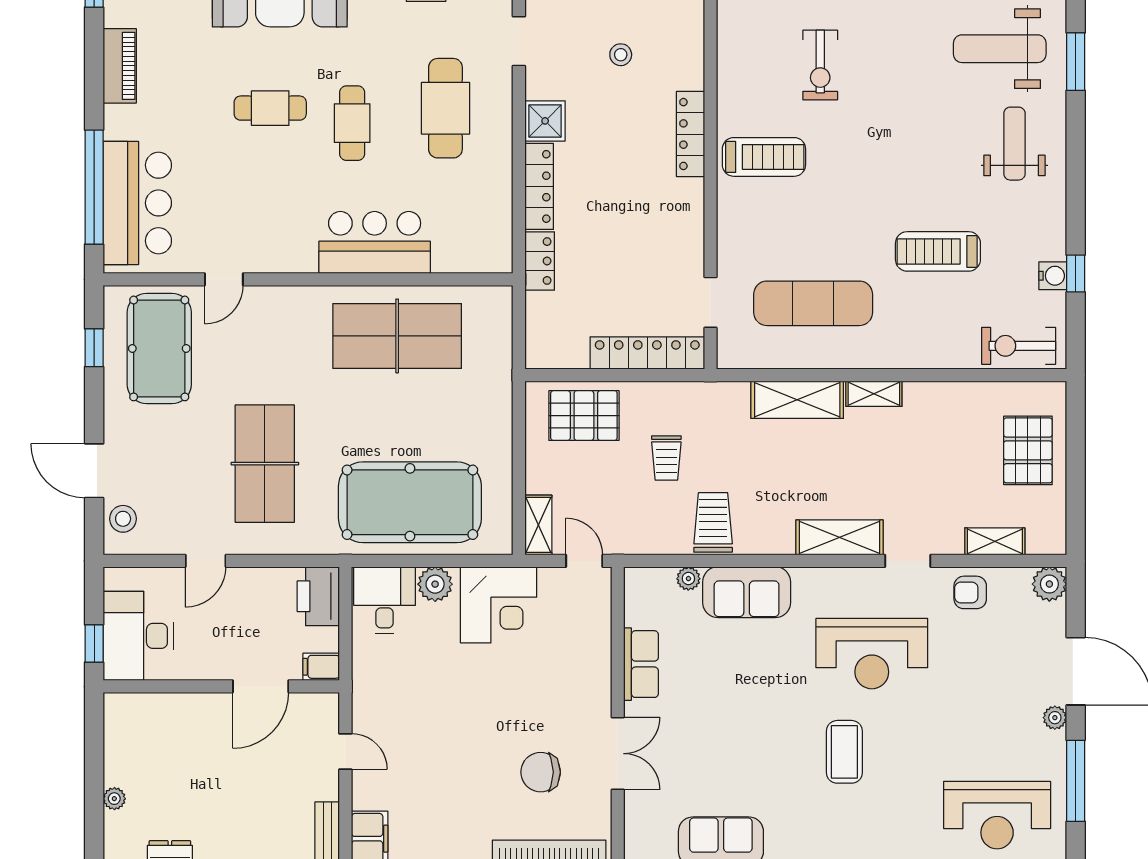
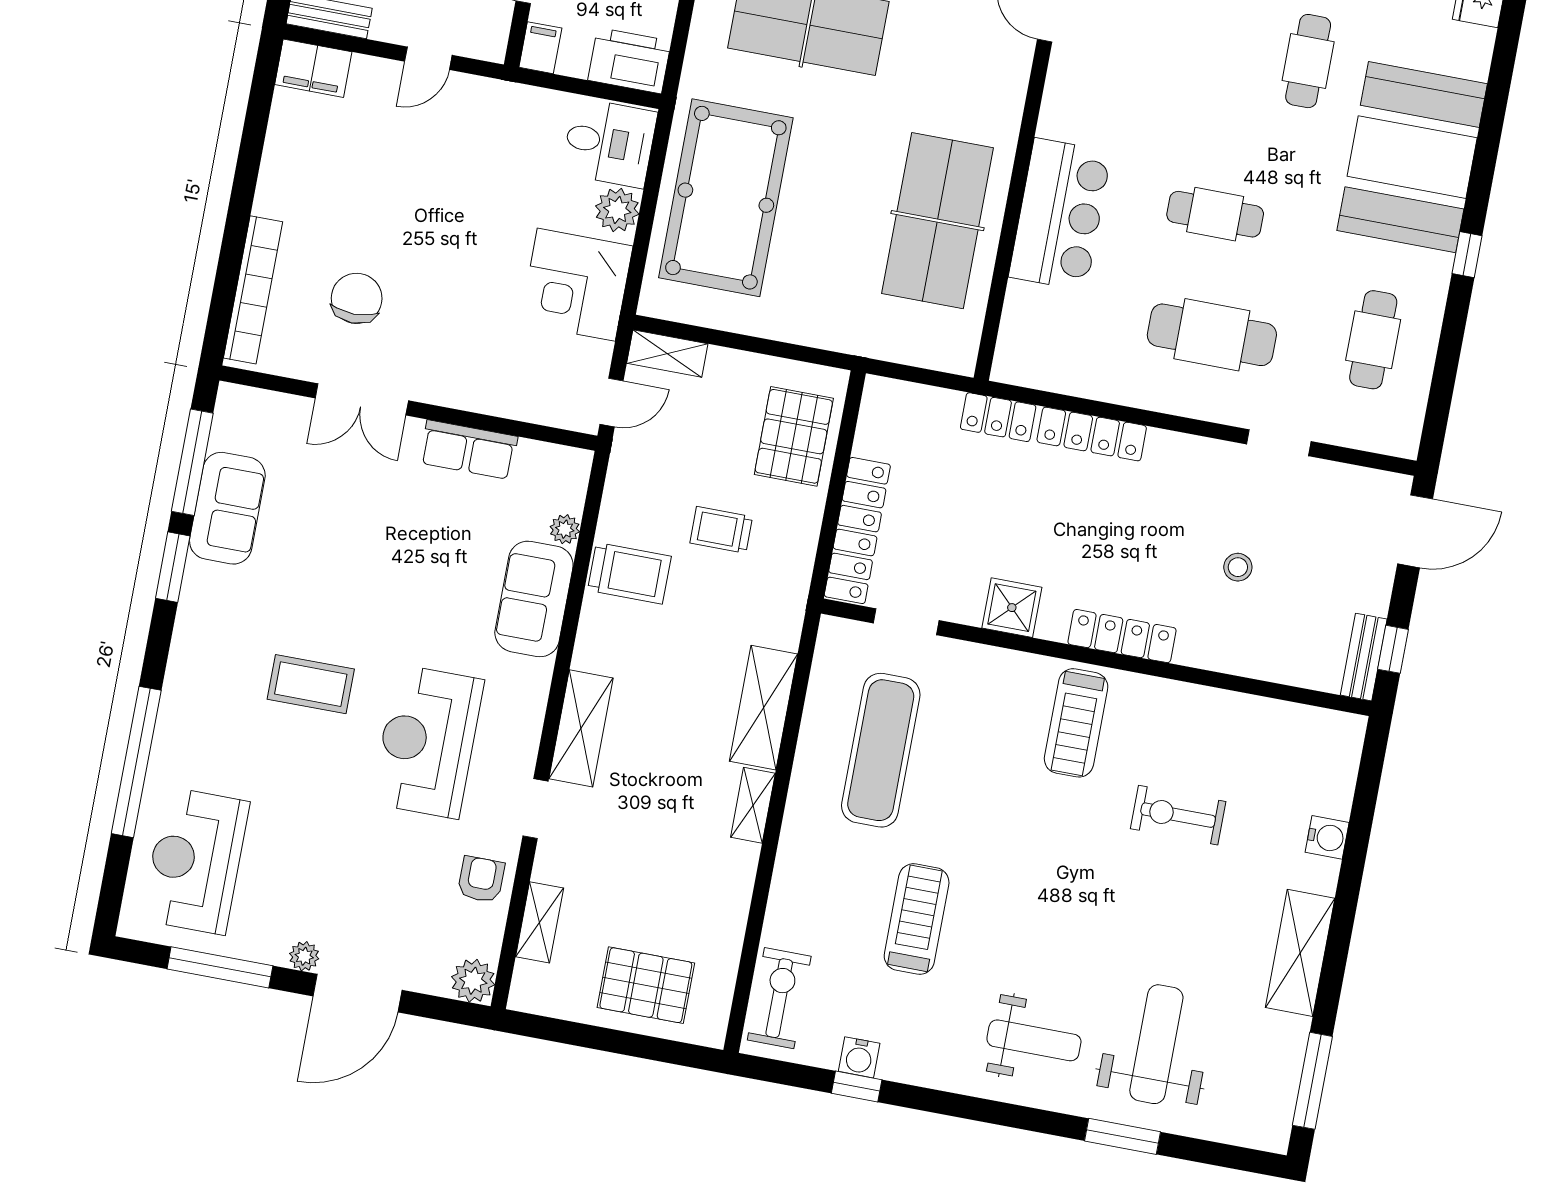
cafe table: (270, 108) -> (1308, 61), moved
shower: (545, 121) -> (1012, 608), moved

